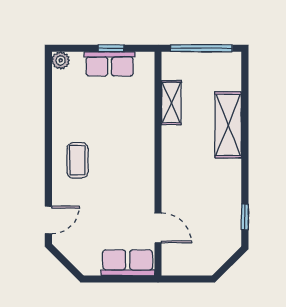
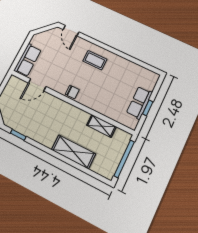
plant: (61, 61) -> (154, 77), removed
chair: (143, 170) -> (72, 92), added

